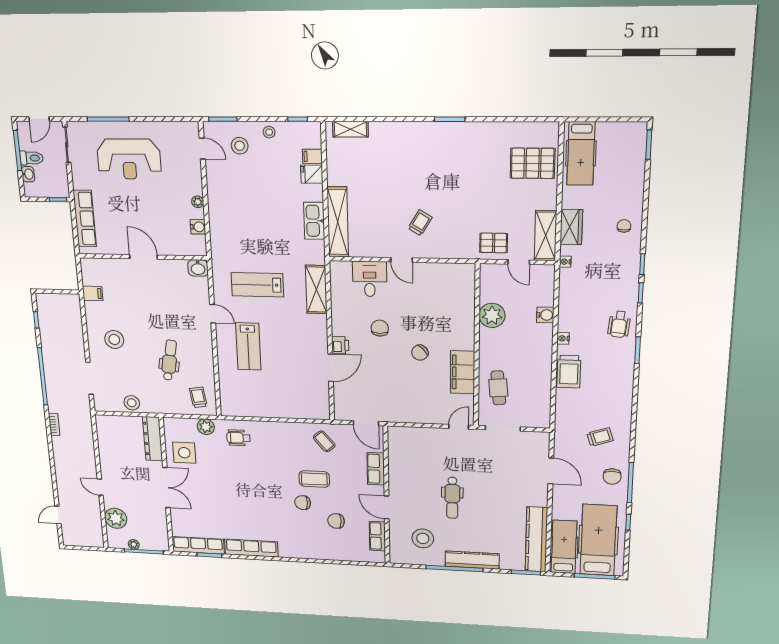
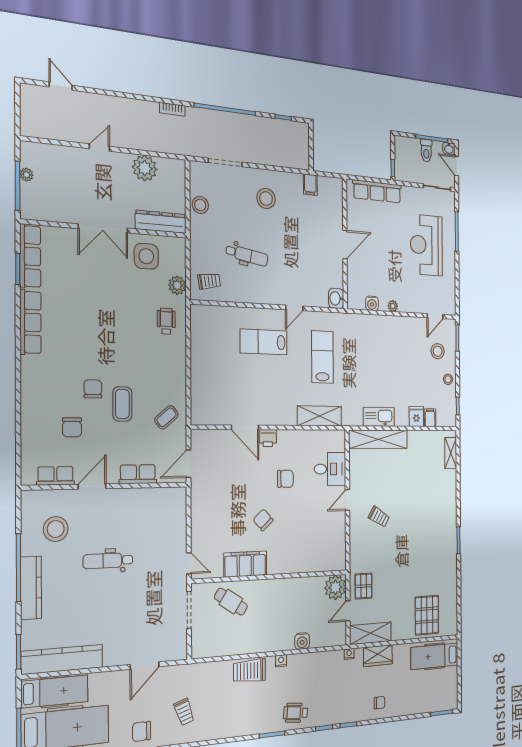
washbasin: (28, 174) -> (449, 149), moved
plant: (492, 315) -> (335, 587), moved
cafe table: (498, 388) -> (231, 602), turned 38
plant: (116, 518) -> (145, 168), moved
chair: (336, 521) -> (72, 427), turned 180

